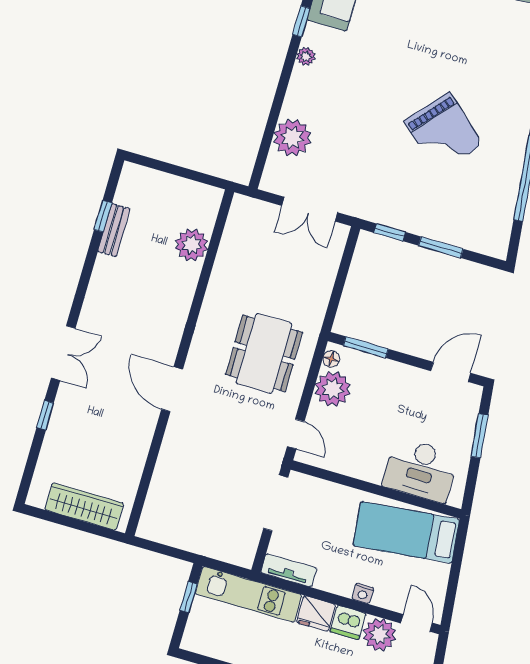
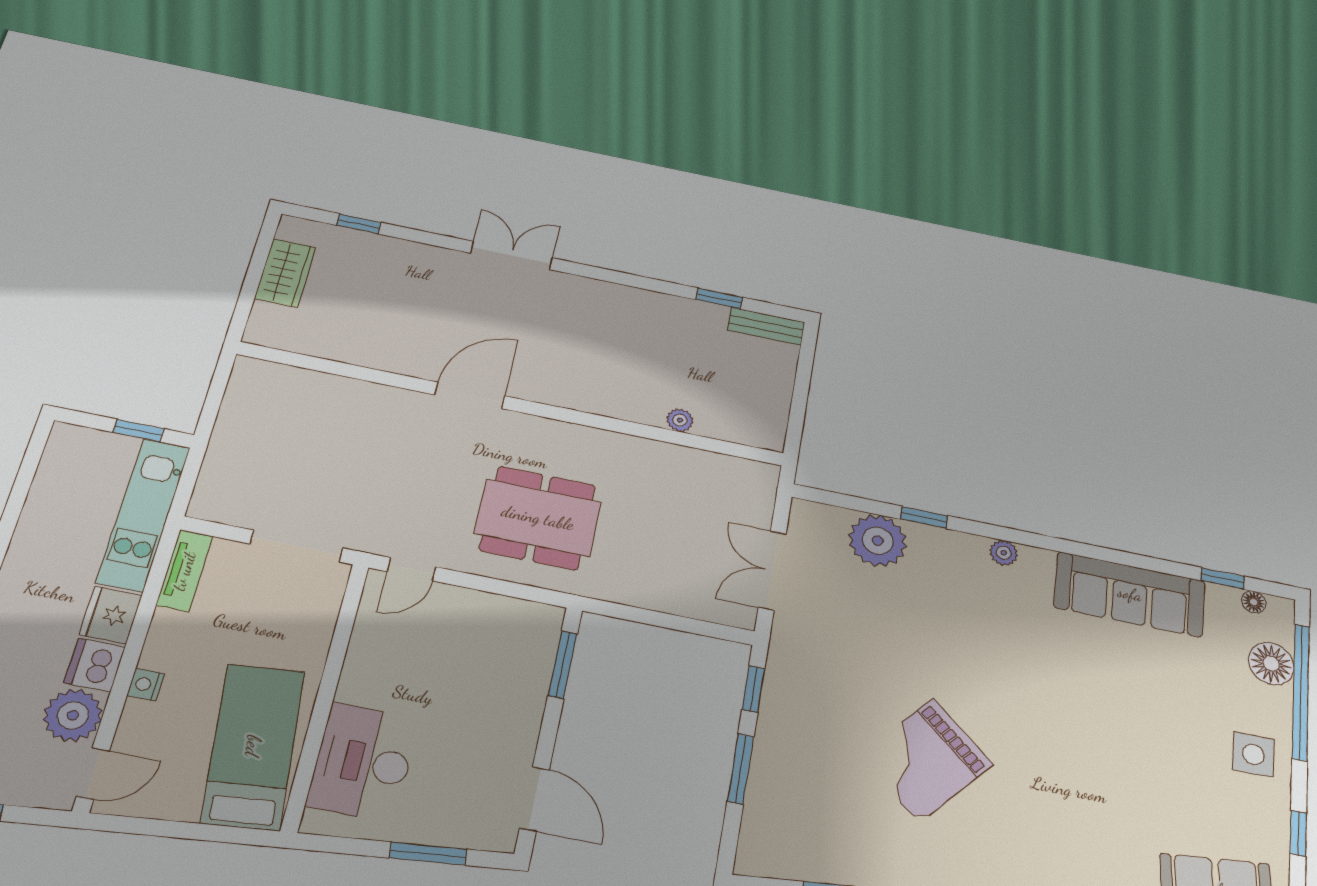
window: (301, 21) -> (924, 517), moved
bench: (114, 230) -> (766, 326), moved
plant: (192, 245) -> (680, 420), width x0.53, depth x0.53
double door: (63, 353) -> (511, 255), swing flipped
floor lamp: (331, 359) -> (538, 614), removed
plant: (333, 389) -> (490, 619), removed
window: (45, 415) -> (359, 224), moved
wardrobe: (84, 506) -> (285, 273), width x0.67

